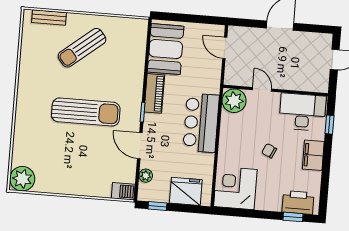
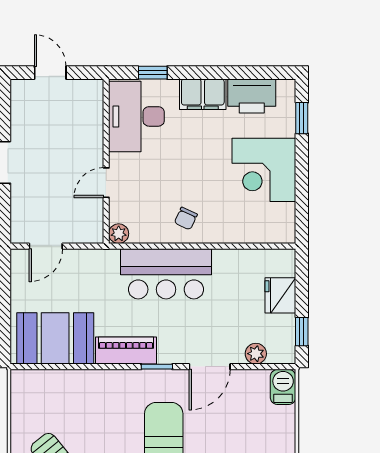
plant: (234, 101) -> (119, 234), width x0.53, depth x0.53
chair: (269, 151) -> (186, 219), moved
corner desk: (235, 188) -> (264, 170), moved
fridge: (186, 191) -> (280, 295), width x0.73, depth x0.75
printer: (298, 202) -> (252, 96), moved, turned -90

